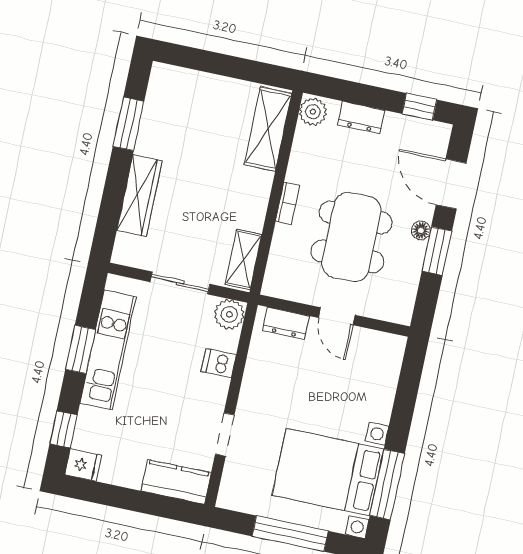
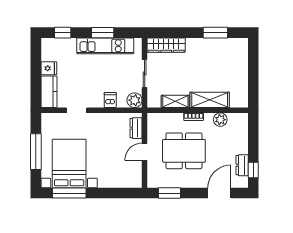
plant: (313, 112) -> (220, 120), moved
dresser: (361, 118) -> (242, 165), moved
shelving: (268, 129) -> (210, 100), moved
wardrobe: (139, 196) -> (166, 45), moved
floor lamp: (421, 230) -> (194, 183), removed
window: (437, 251) -> (170, 193), moved
shelving: (244, 259) -> (175, 101), moved
fridge: (83, 465) -> (49, 68), moved, turned -90

